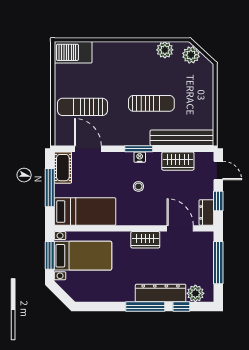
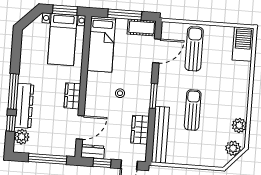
sun lounger: (151, 103) -> (193, 110), turned 180
nightstand: (140, 157) -> (146, 96), removed

